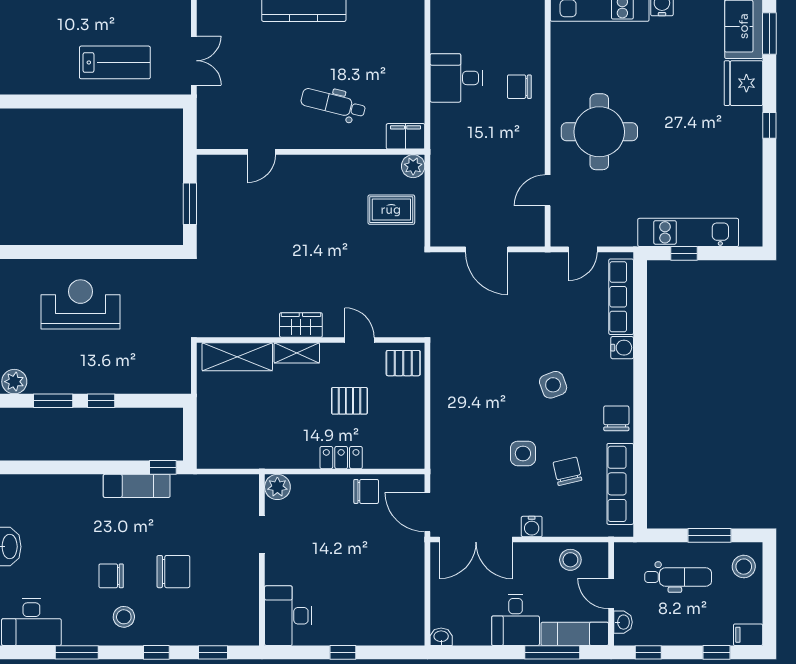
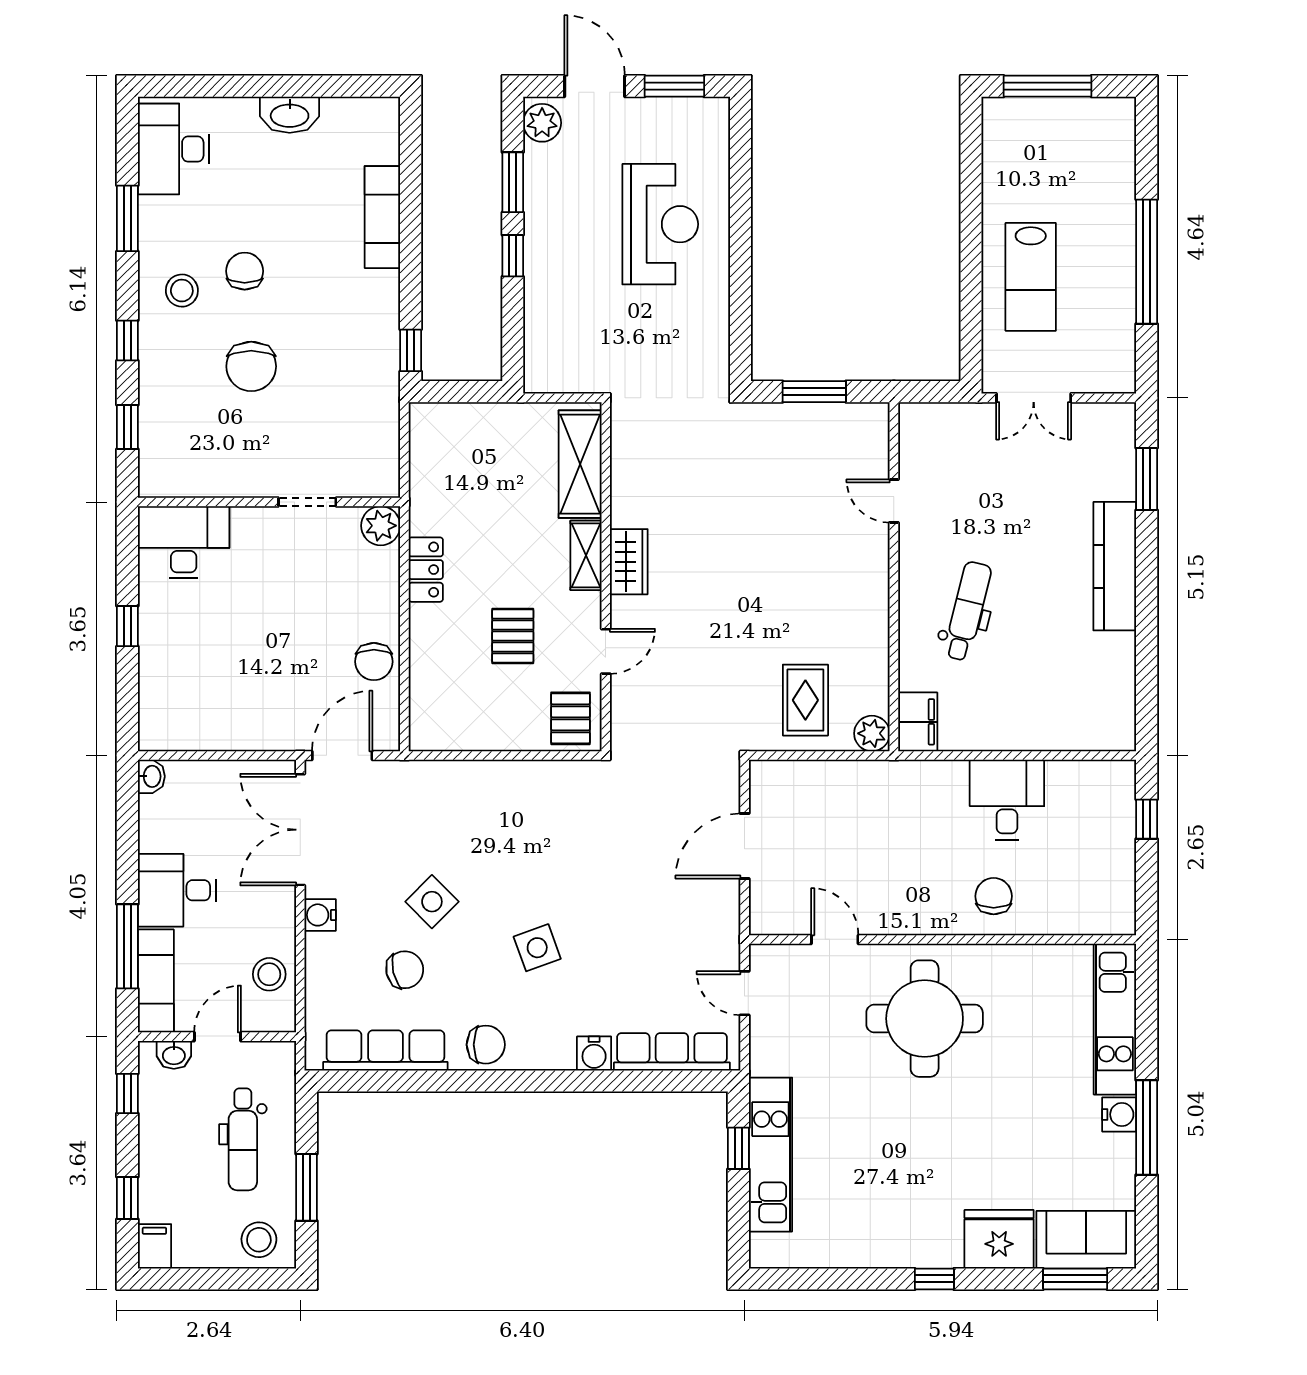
side table: (523, 453) -> (432, 902), turned 45
locker: (341, 458) -> (426, 570), moved
exam couch: (137, 486) -> (382, 217), moved

